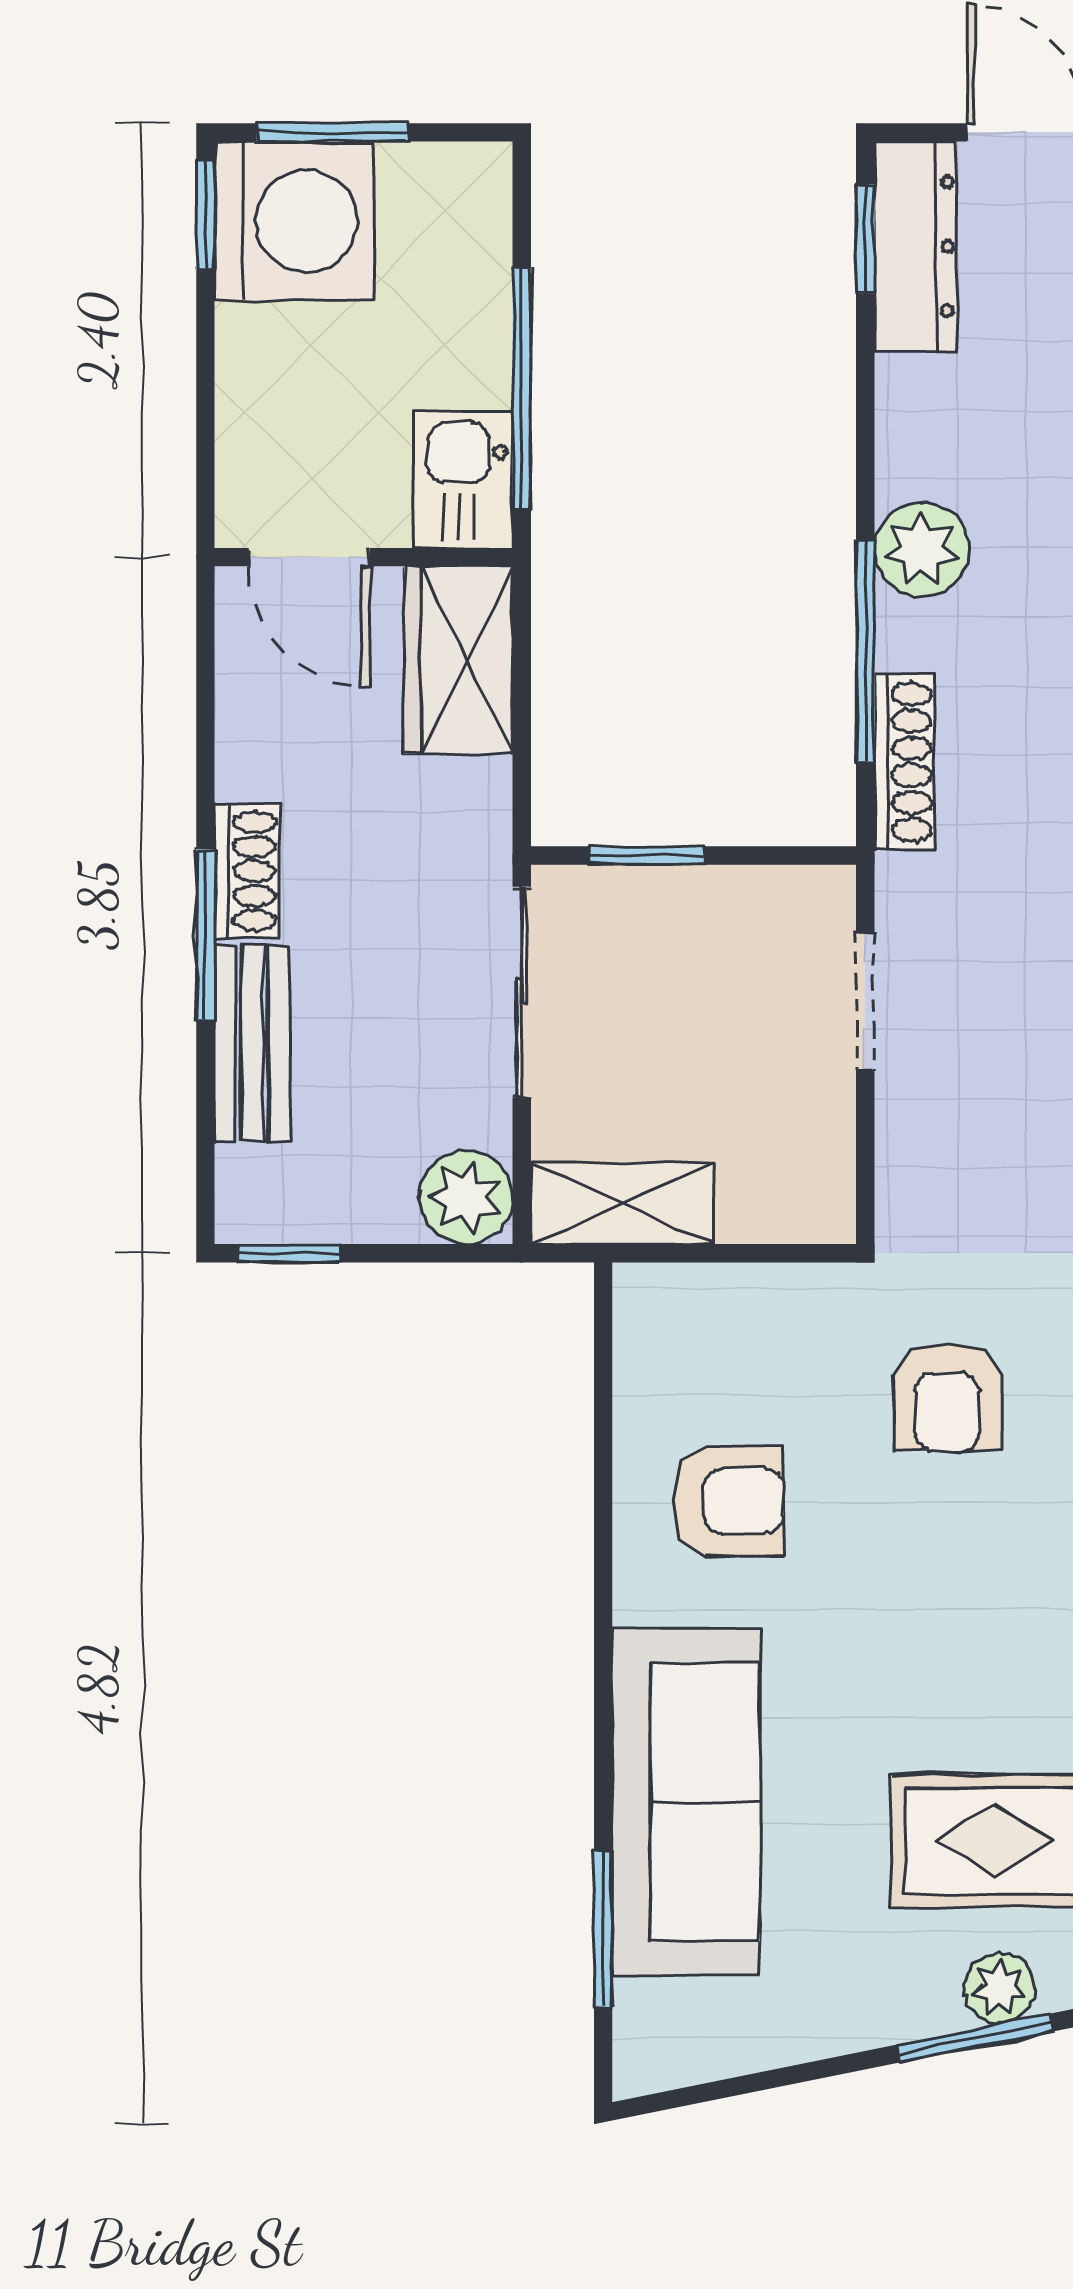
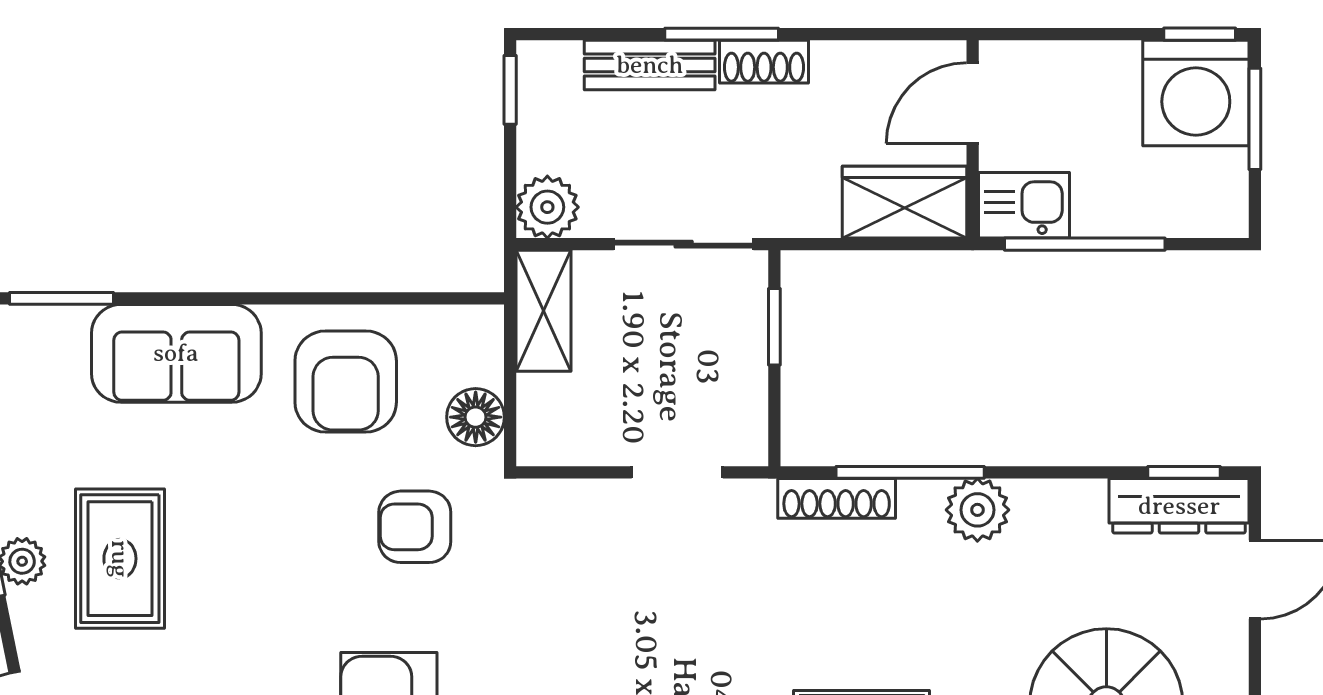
floor lamp: (782, 1306) -> (476, 417), added
armchair: (728, 1501) -> (346, 382), width x1.38, depth x1.38
sofa: (686, 1802) -> (176, 353), width x0.73

